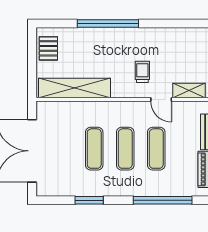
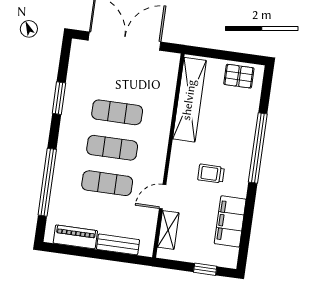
filing cabinet: (174, 38) -> (230, 221), added
trolley: (142, 72) -> (211, 174), moved, turned 180

